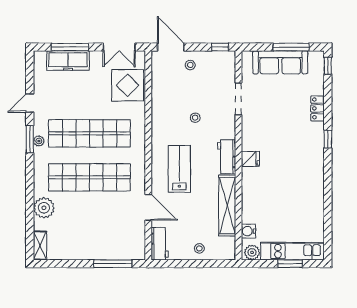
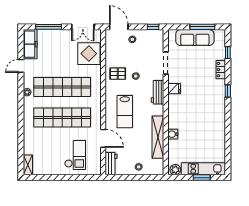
freezer: (68, 61) -> (30, 44), moved, turned -90
window: (328, 66) -> (228, 53), moved
pallet: (169, 114) -> (118, 74), added
window: (30, 139) -> (21, 91), removed
workbench: (227, 157) -> (158, 92), moved
fridge: (250, 159) -> (174, 89), moved
lab bench: (179, 169) -> (125, 112), turned 180
plant: (44, 208) -> (31, 139), removed
checkout: (108, 231) -> (75, 155), added
water cooler: (248, 231) -> (173, 134), moved
window: (113, 264) -> (78, 178), removed

